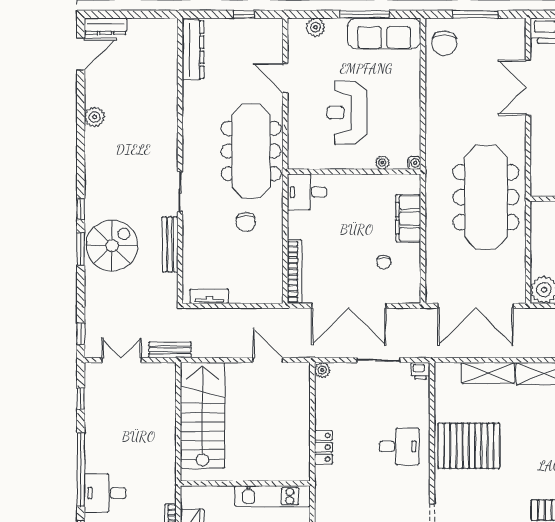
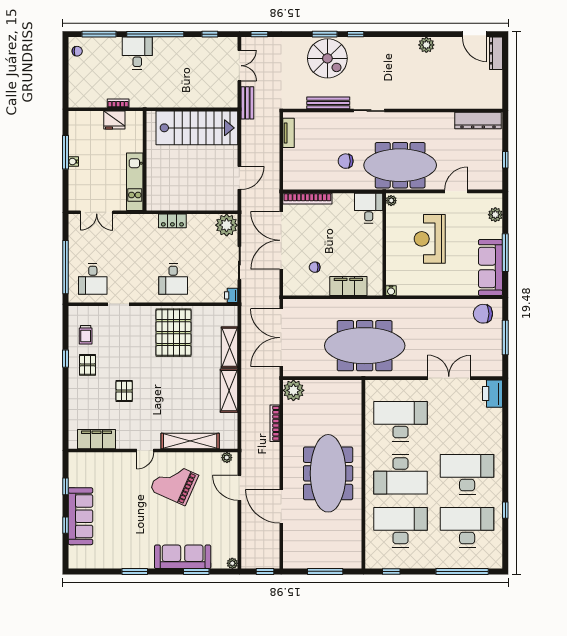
reception desk: (347, 113) -> (430, 239), turned -90
plant: (382, 163) -> (391, 201), moved
plant: (322, 370) -> (227, 225), width x1.87, depth x1.87

